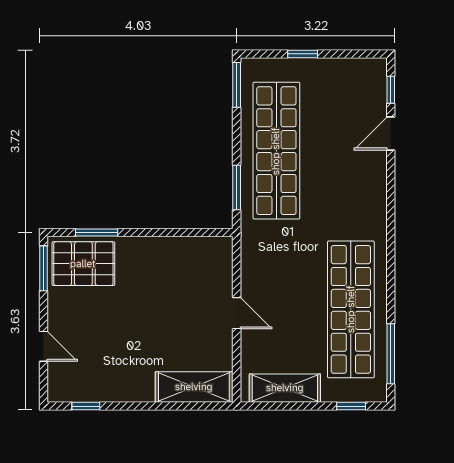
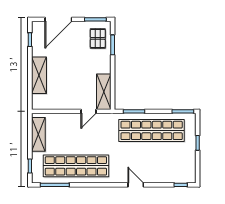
door: (391, 134) -> (136, 185), moved
shelving: (195, 251) -> (104, 92), added
pallet: (83, 264) -> (98, 38), width x0.67, depth x0.71
door: (237, 313) -> (88, 111), moved
door: (43, 346) -> (58, 19), width x1.88
shelving: (194, 387) -> (39, 75), moved

